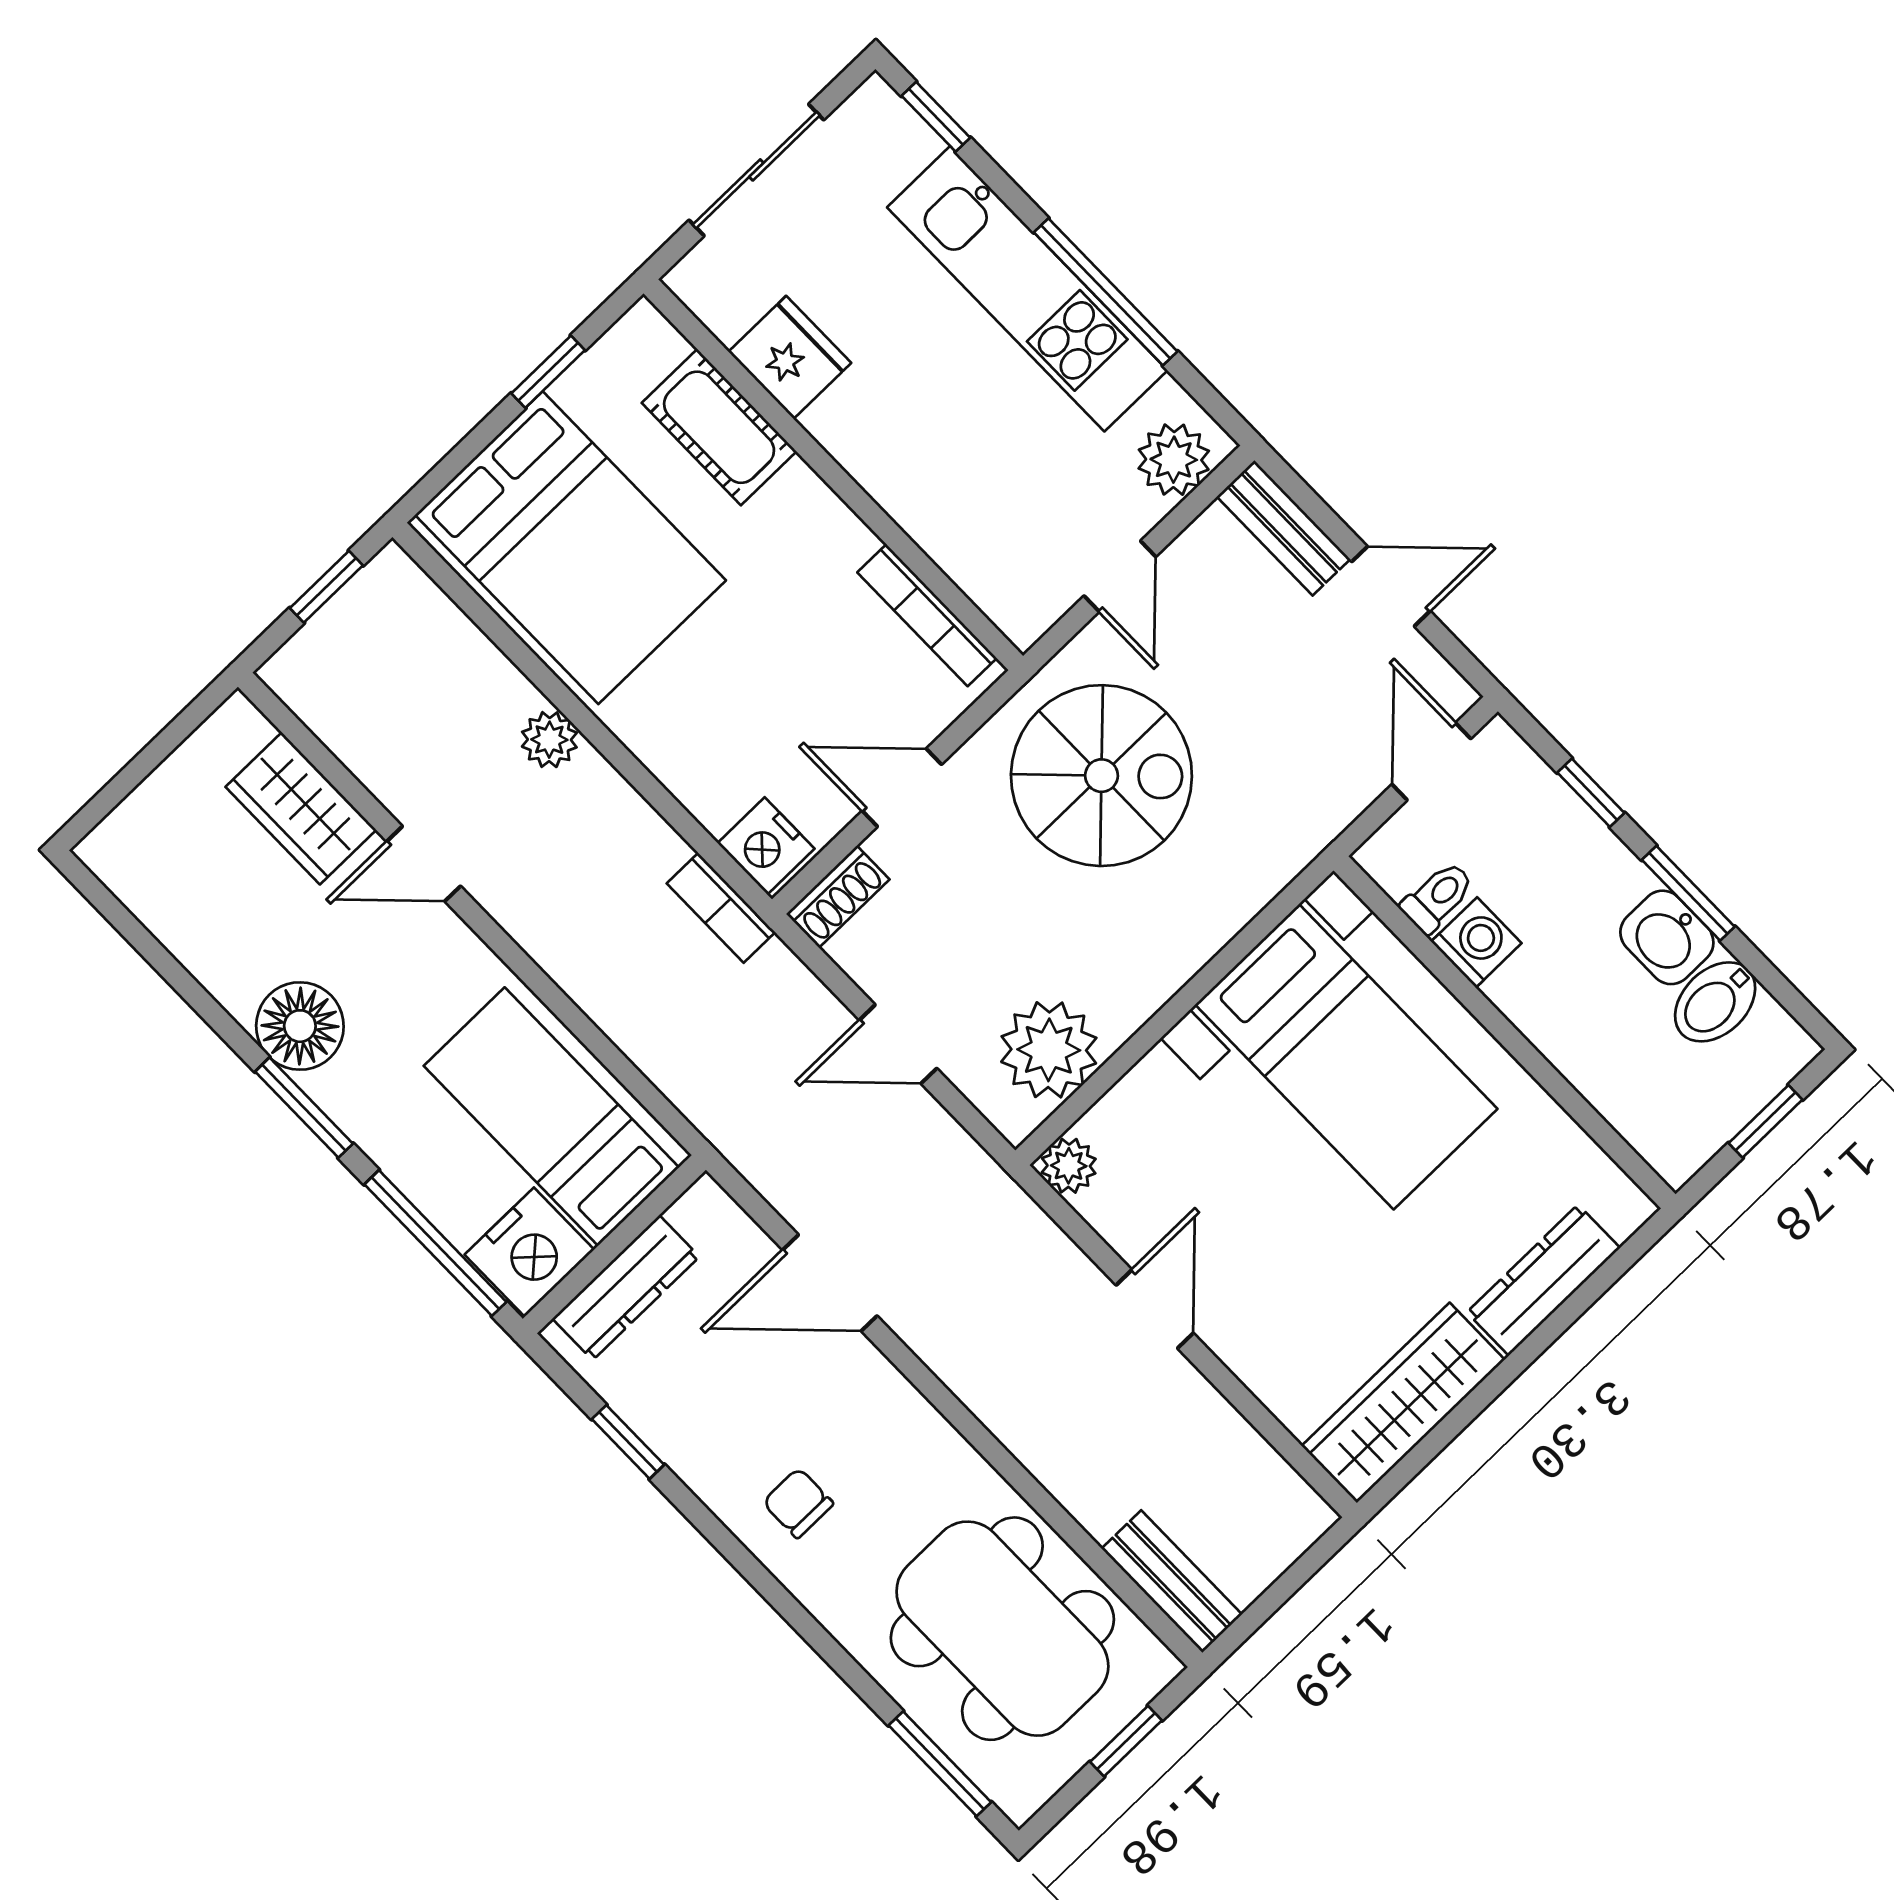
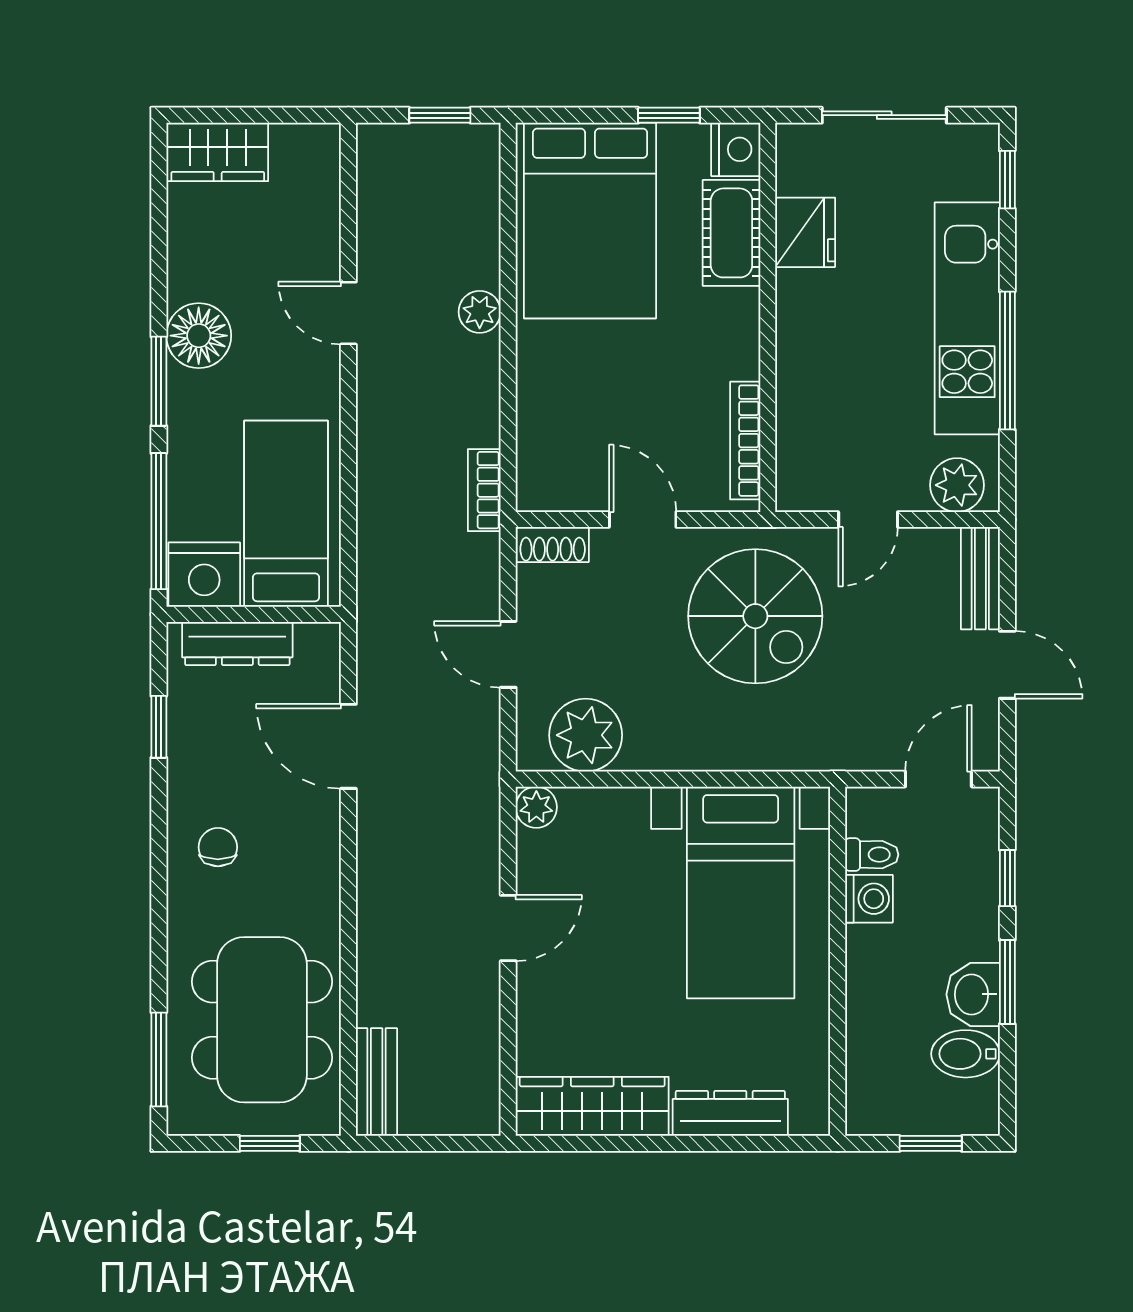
wardrobe: (301, 808) -> (218, 152), moved, turned -90
nightstand: (766, 846) -> (736, 149), moved, turned 180

